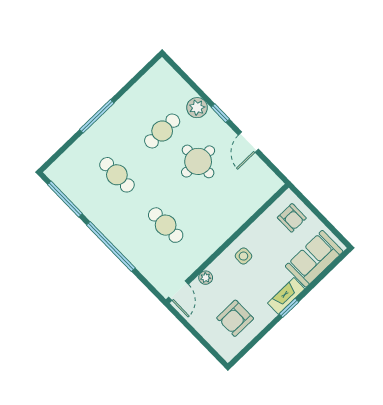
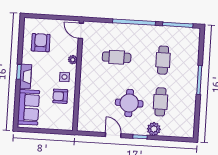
cafe table: (117, 175) -> (163, 60), turned 90
armchair: (292, 218) -> (60, 96), moved
plant: (206, 278) -> (73, 60), moved

